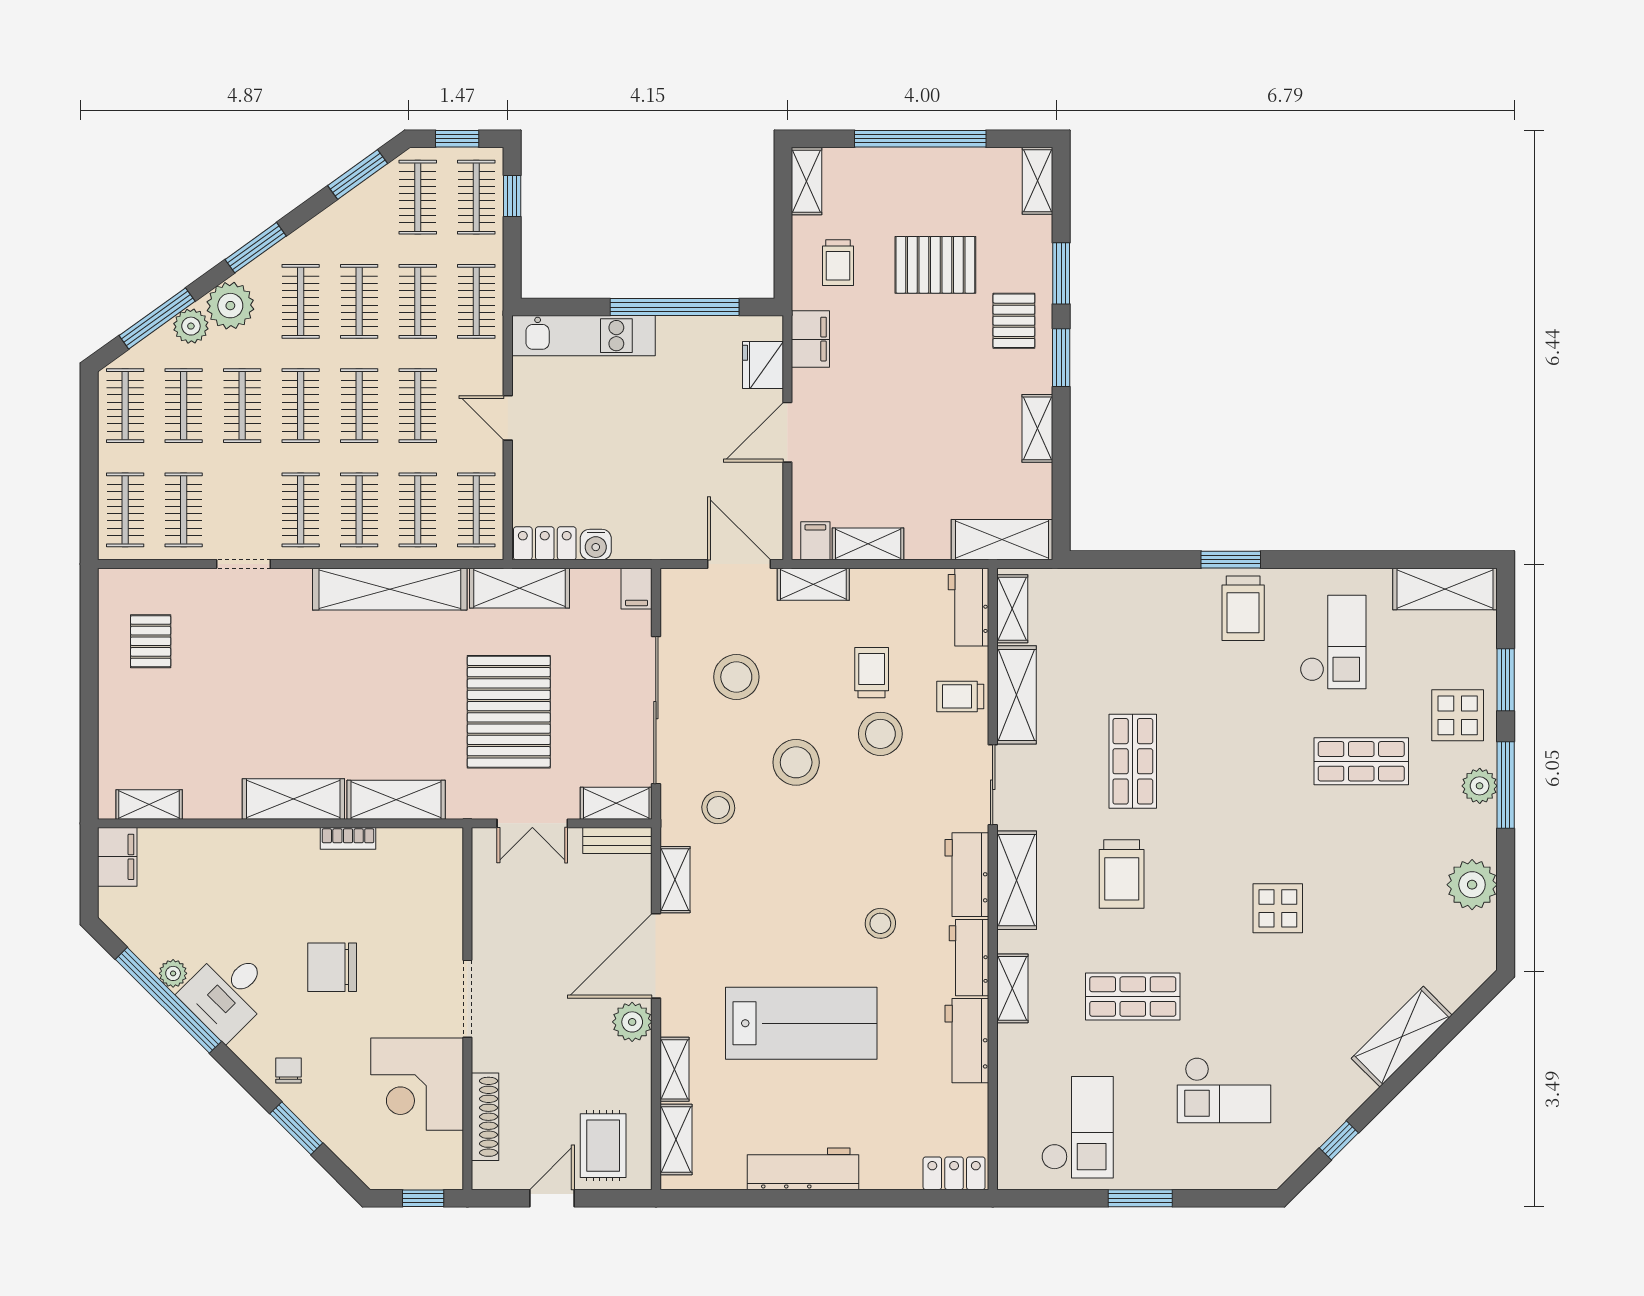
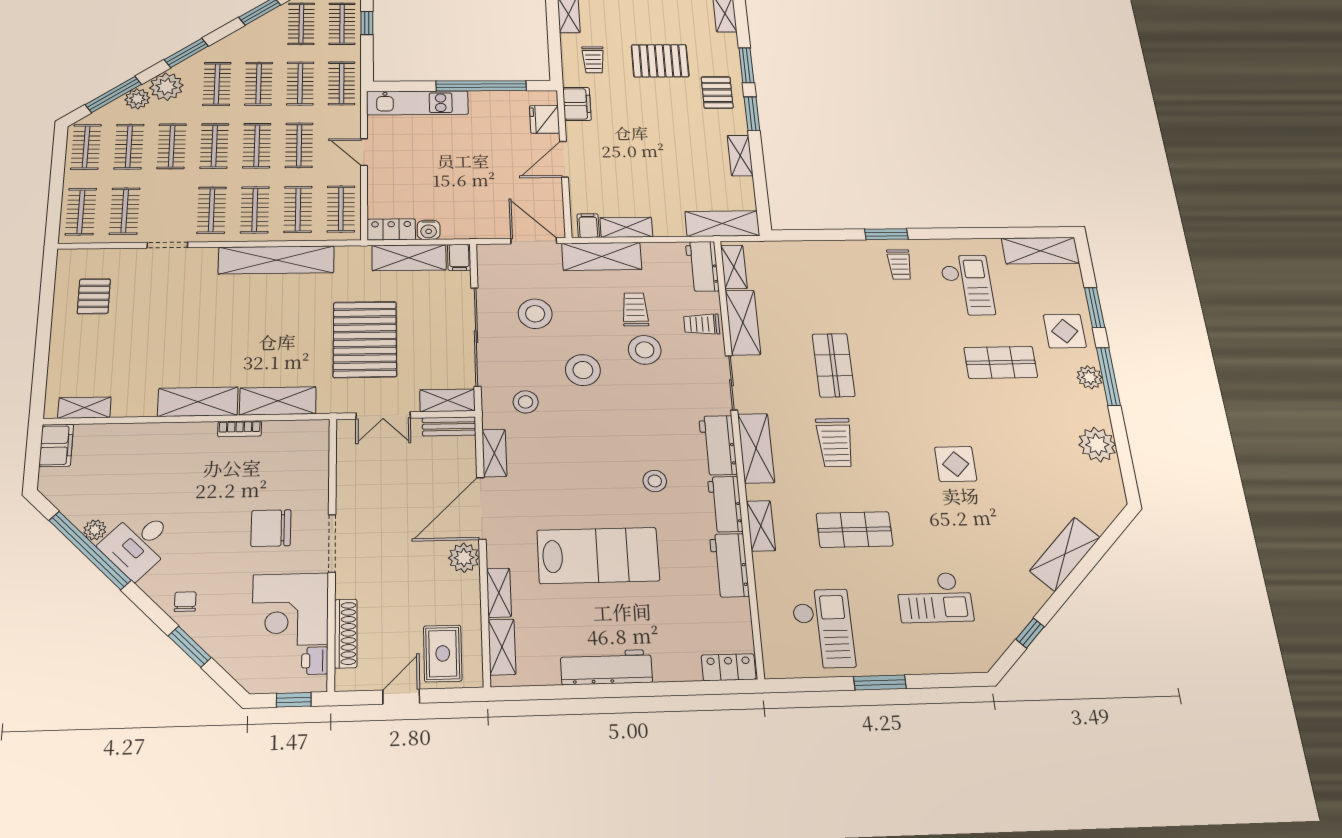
shelving: (813, 584) -> (602, 256), width x1.50, depth x1.33
shelving: (520, 588) -> (409, 258), moved
trolley: (1243, 608) -> (900, 264), width x0.73, depth x0.72
chair: (332, 967) -> (271, 528), moved
printer: (448, 1150) -> (315, 661), added

